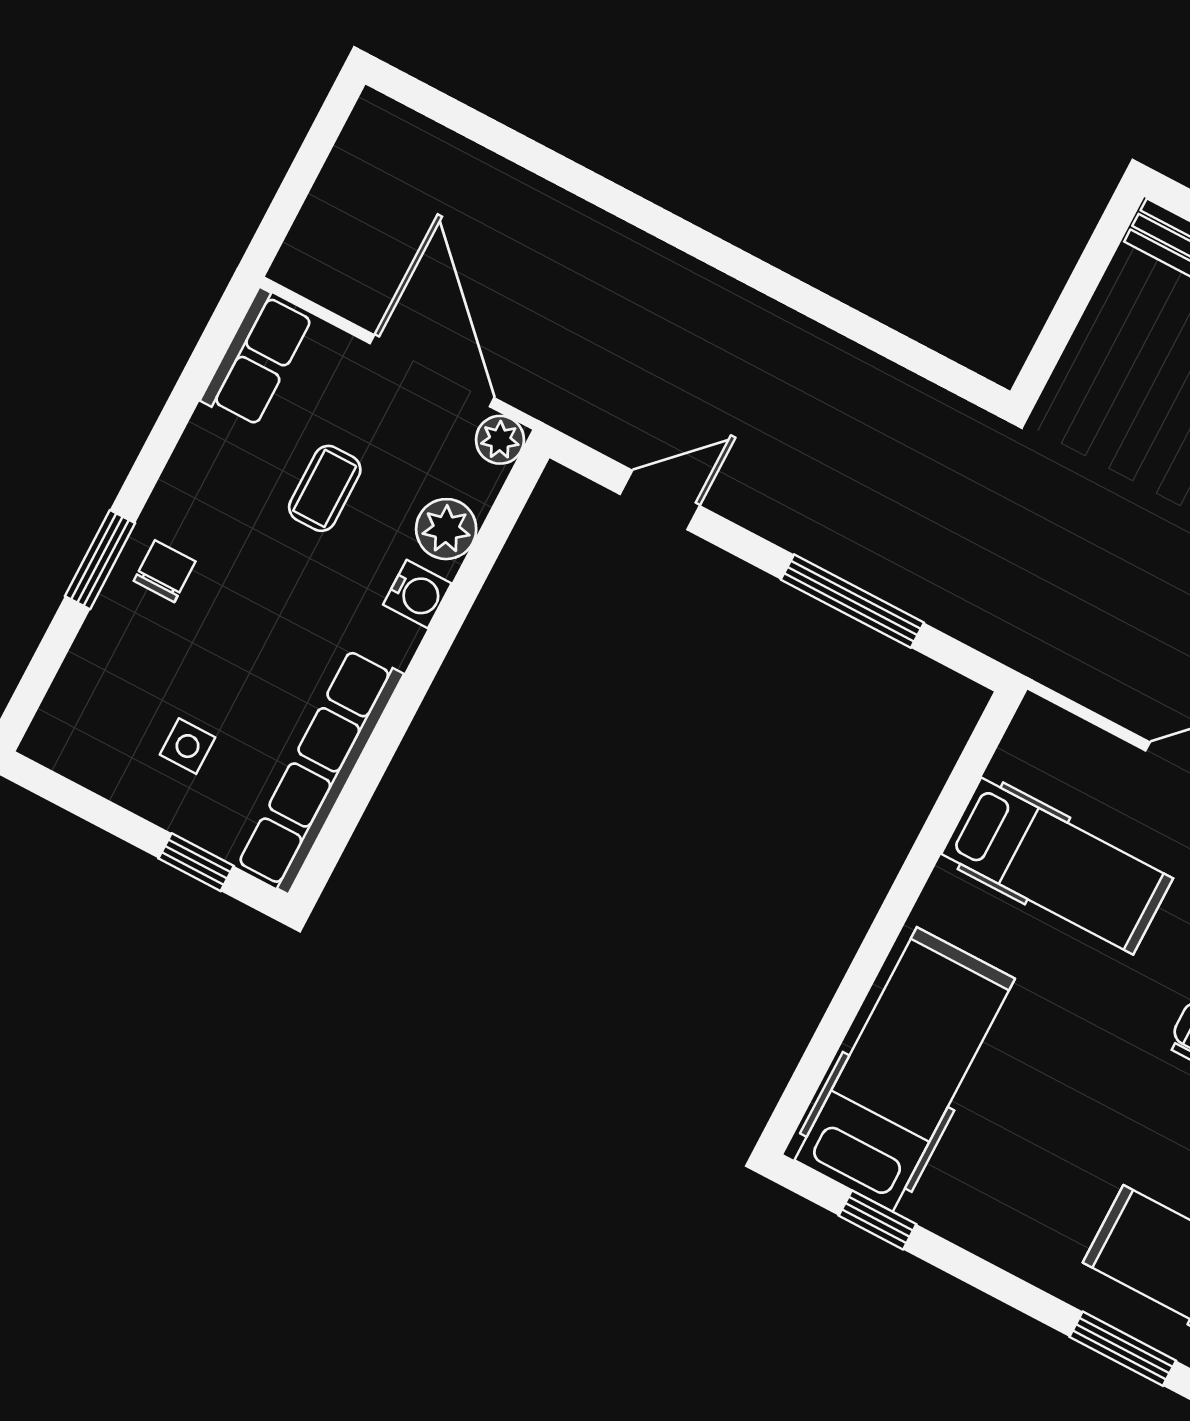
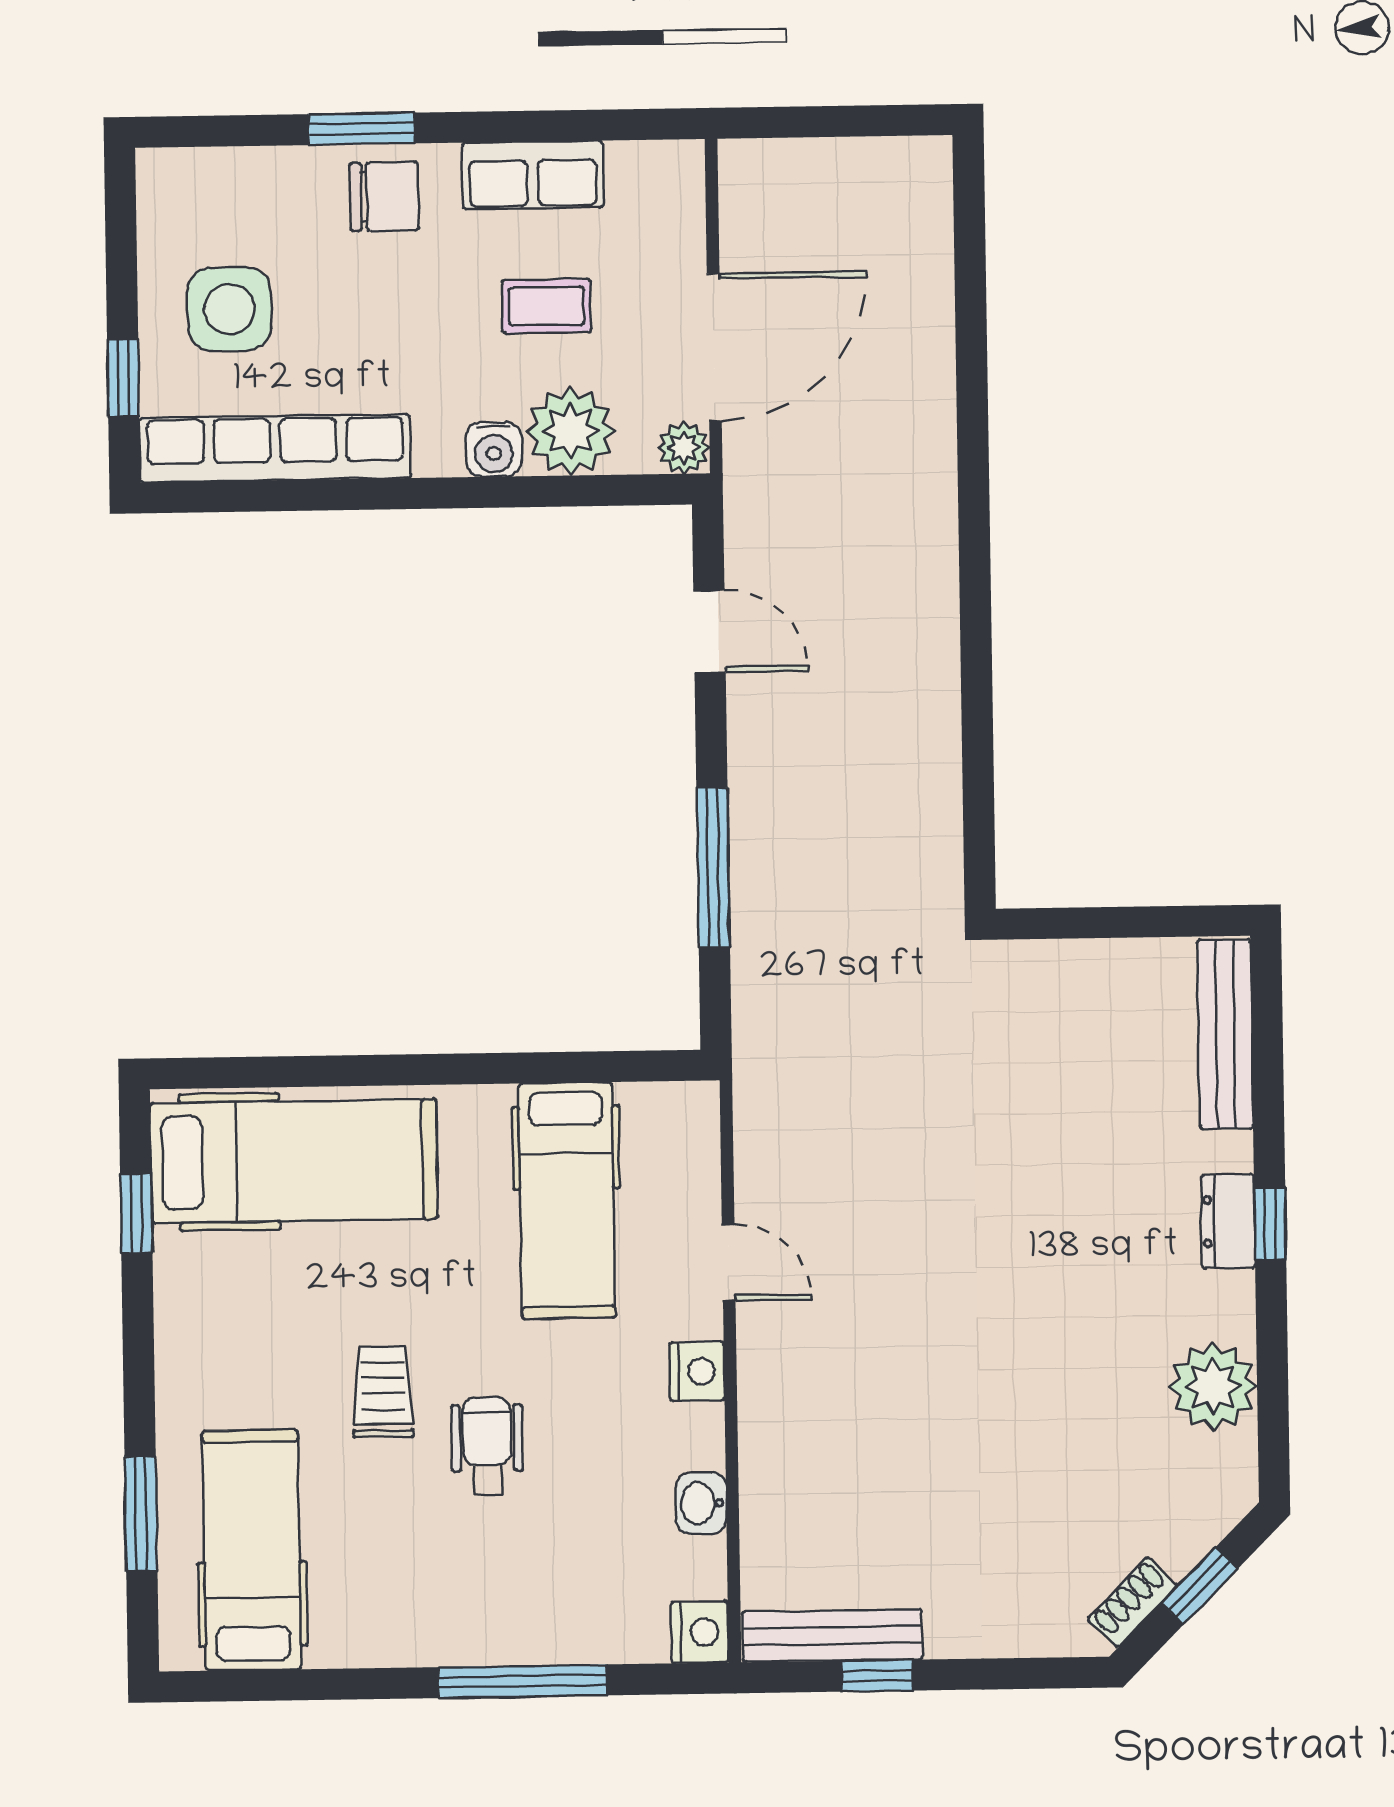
row of seats: (257, 358) -> (533, 175), moved
plant: (446, 529) -> (571, 431), width x1.36, depth x1.36
chair: (165, 571) -> (384, 196), width x1.37, depth x1.37
side table: (188, 746) -> (229, 309), width x1.87, depth x1.87
trolley: (1131, 1099) -> (383, 1392), added

